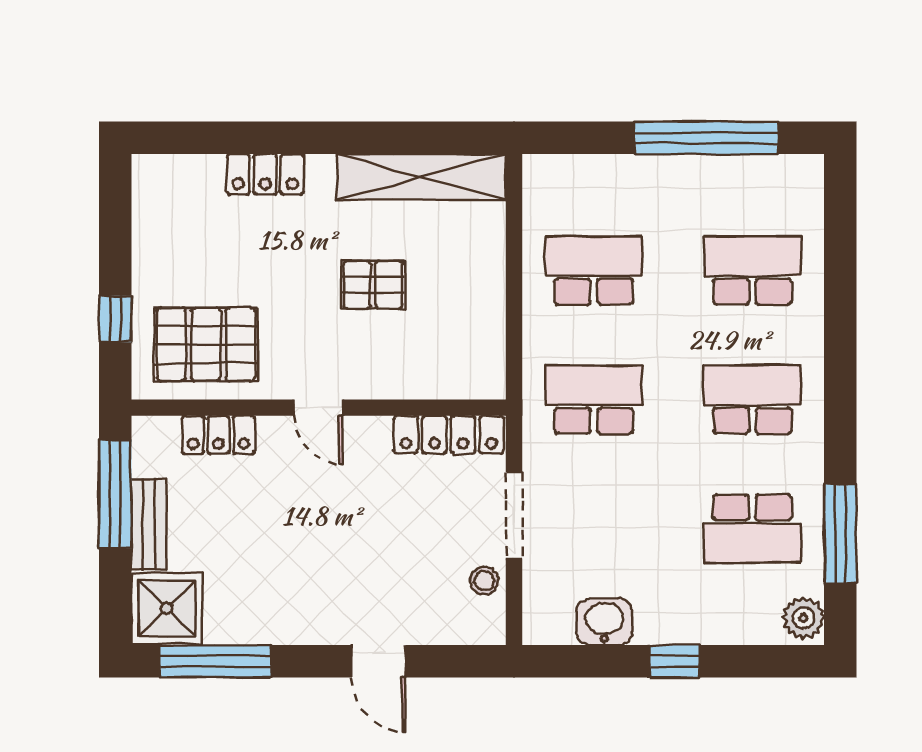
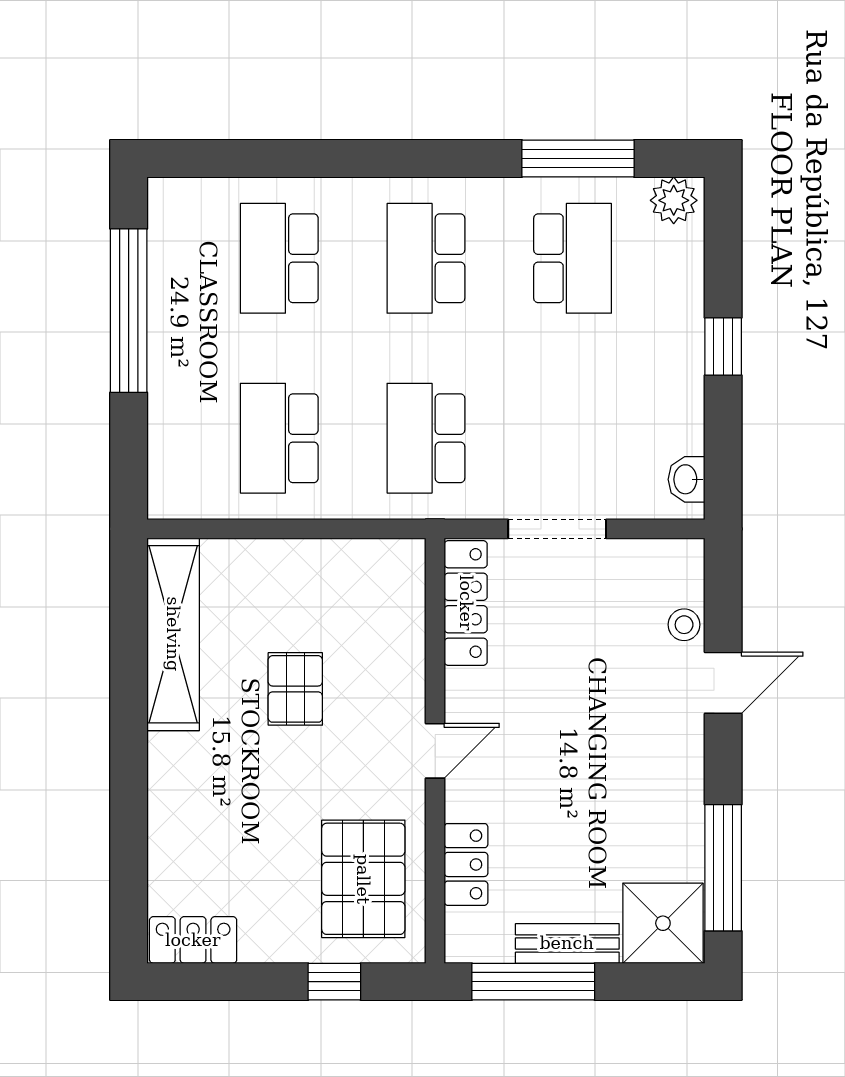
locker: (265, 174) -> (193, 940), moved, turned -90
stool: (484, 581) -> (684, 625), moved
washbasin: (604, 622) -> (686, 479), moved, width x0.72, depth x0.69

